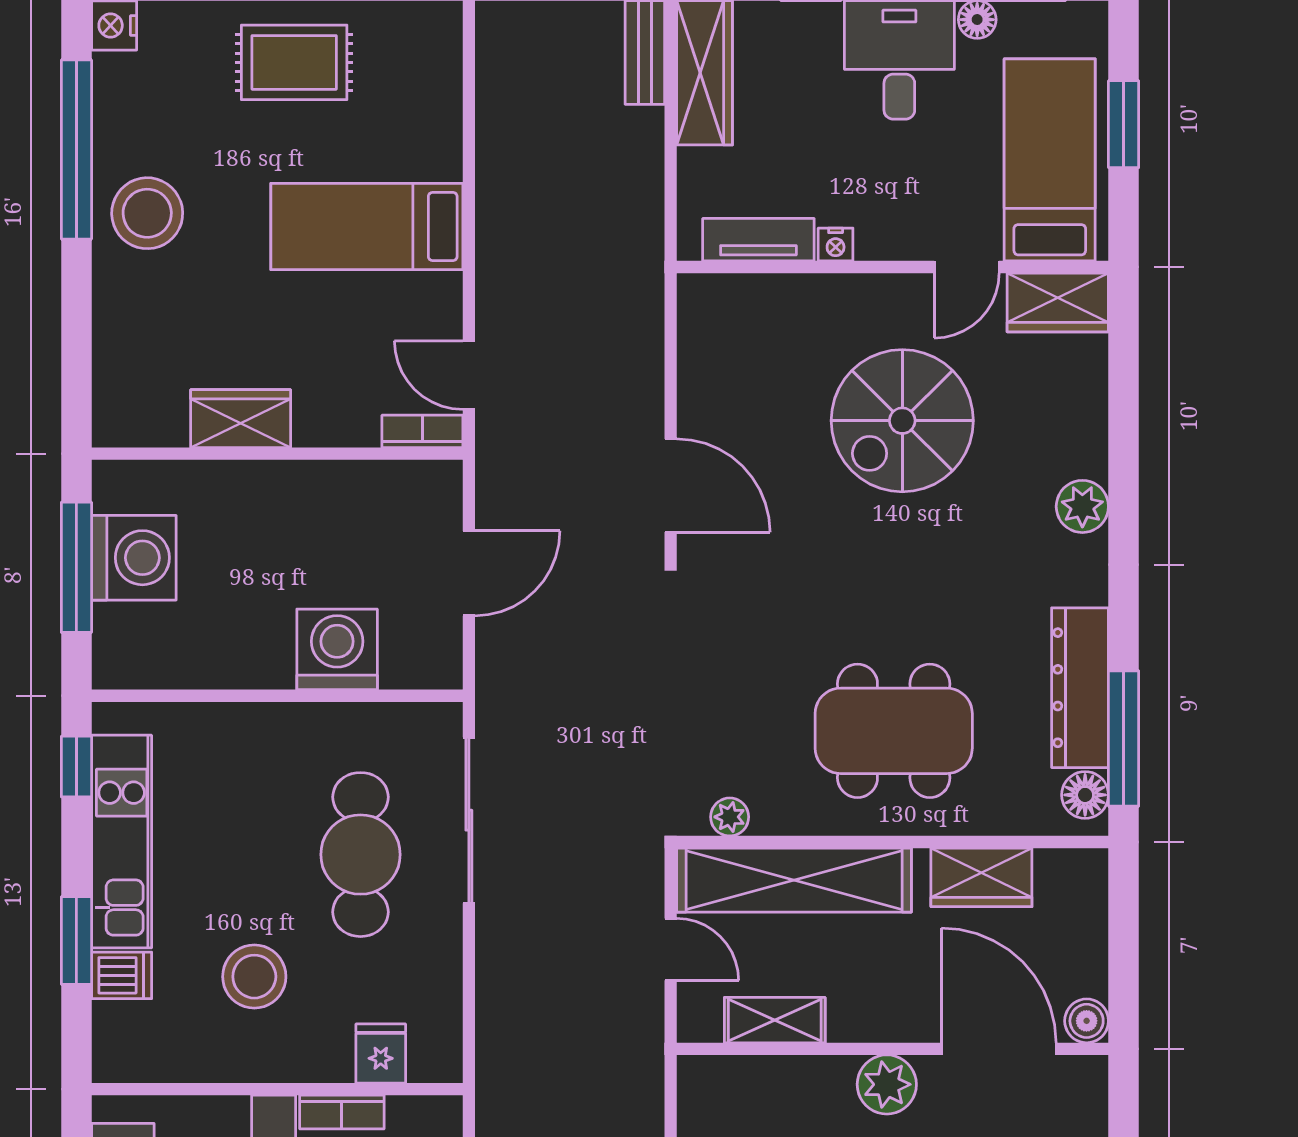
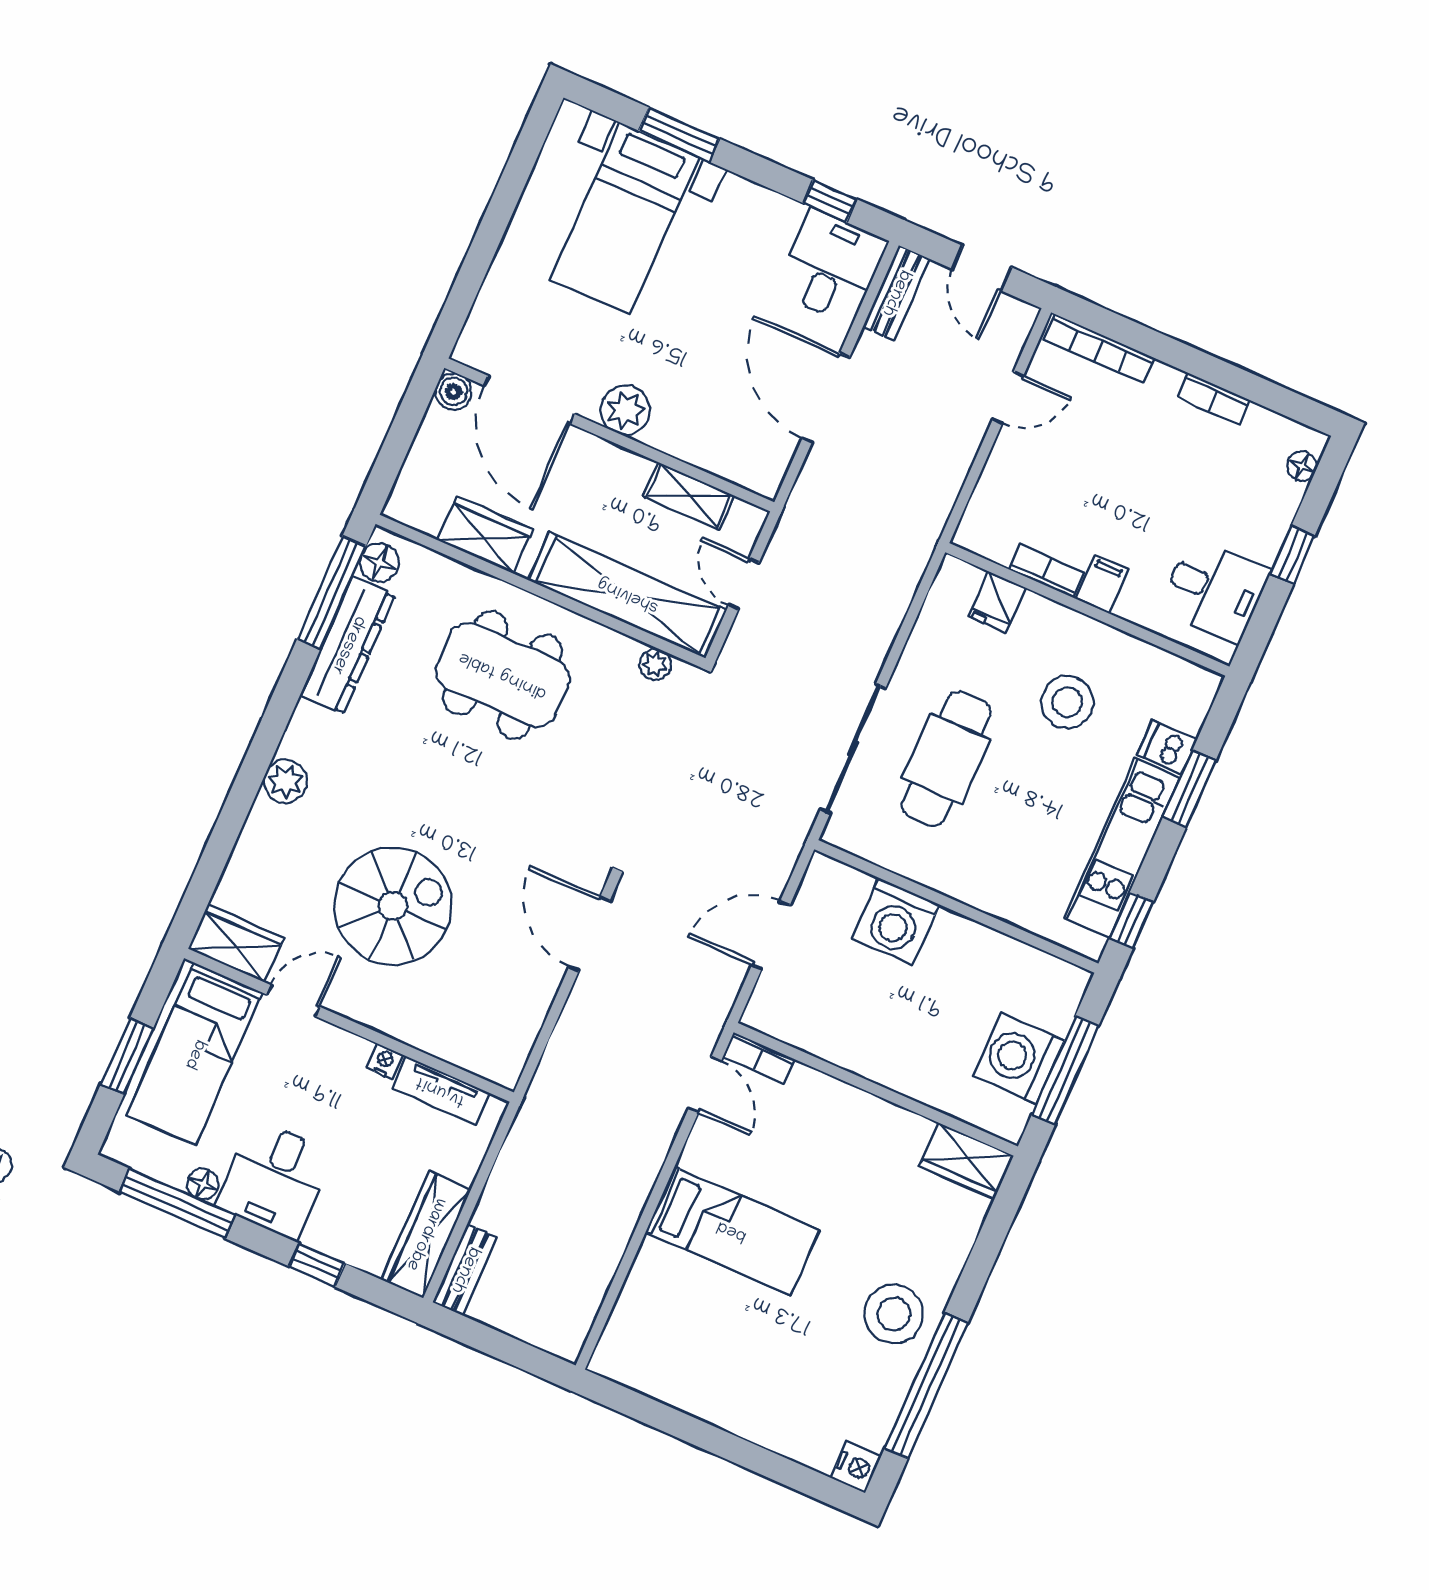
rug: (294, 62) -> (733, 1379), removed
wardrobe: (241, 419) -> (967, 1161), moved

